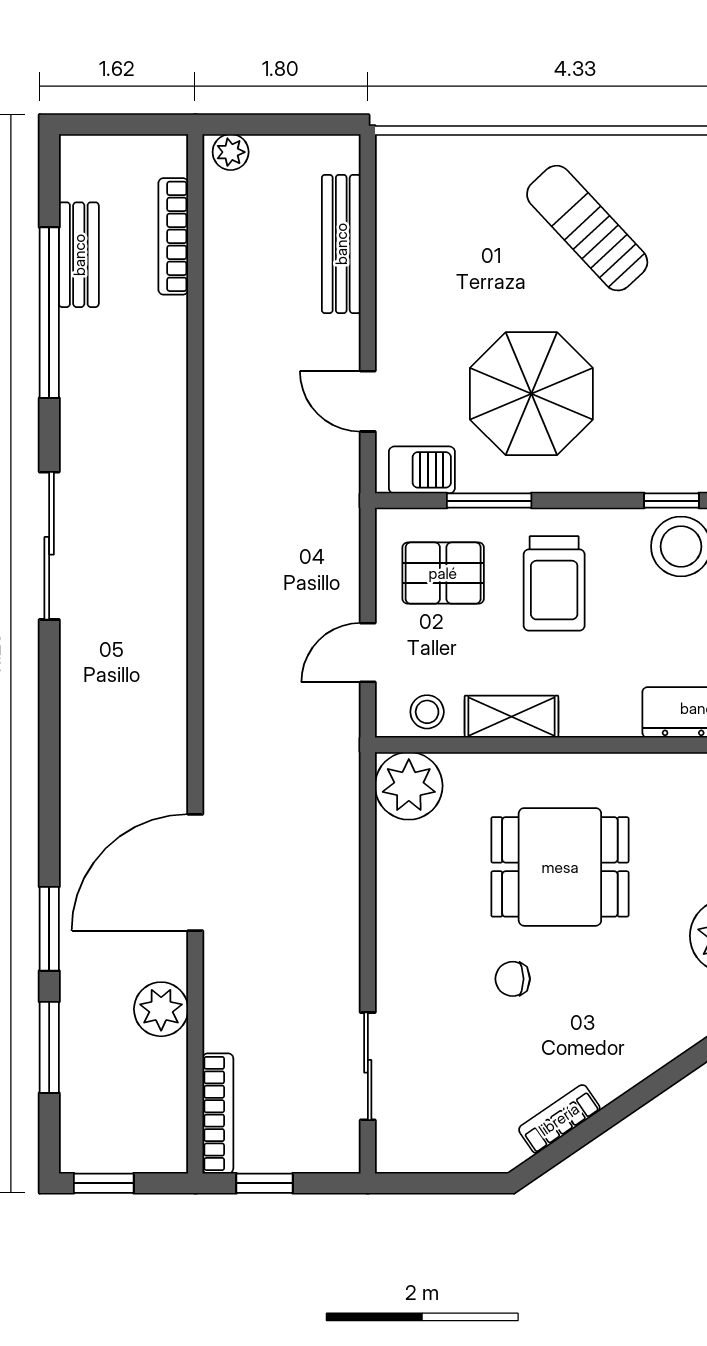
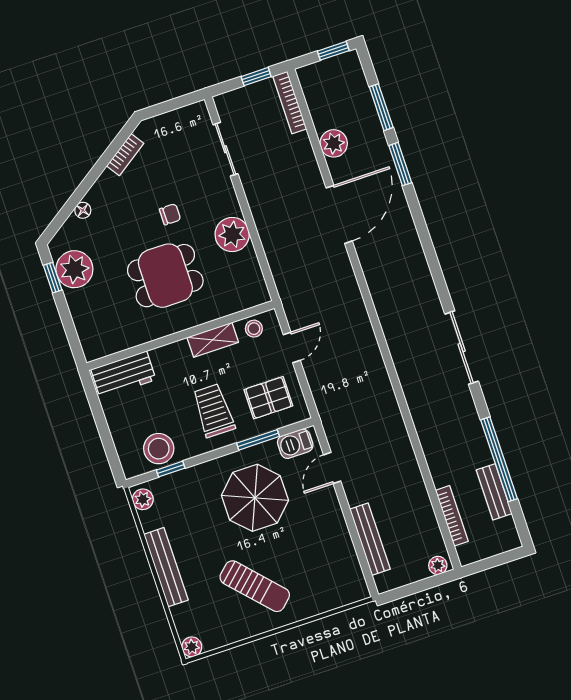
door: (368, 401) -> (332, 468), swing flipped
plant: (409, 786) -> (232, 235), moved
floor lamp: (674, 1041) -> (83, 210), added

